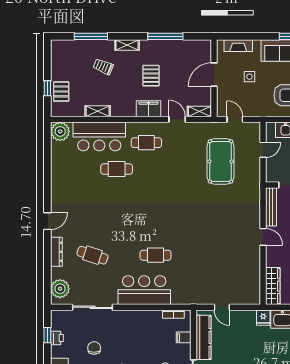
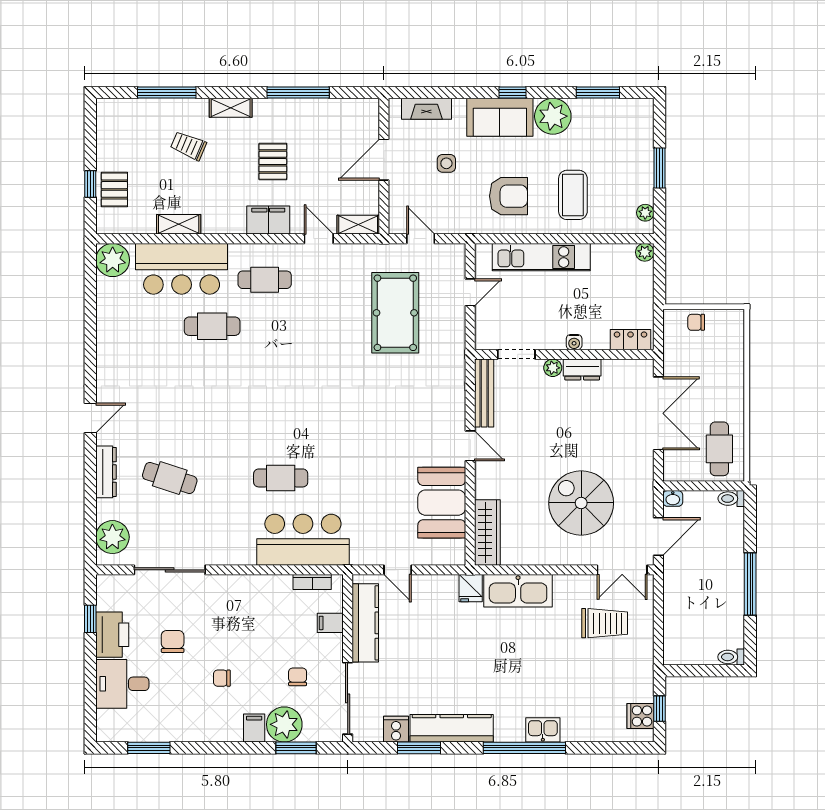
booth: (247, 269) -> (442, 503), added
bar counter: (144, 290) -> (303, 540), moved
printer: (57, 338) -> (112, 635), width x1.87, depth x1.48

